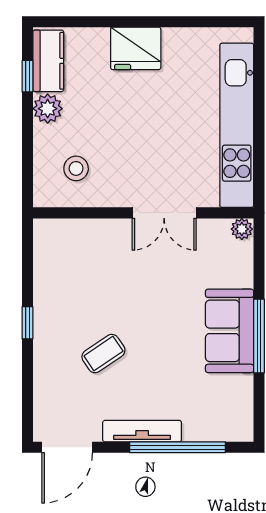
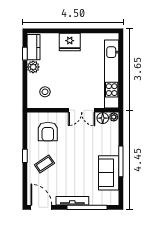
floor lamp: (215, 232) -> (103, 118), added
armchair: (83, 264) -> (48, 132), added
sofa: (230, 331) -> (109, 173), moved
coffee table: (103, 354) -> (44, 164), moved
door: (67, 447) -> (41, 207), swing flipped

